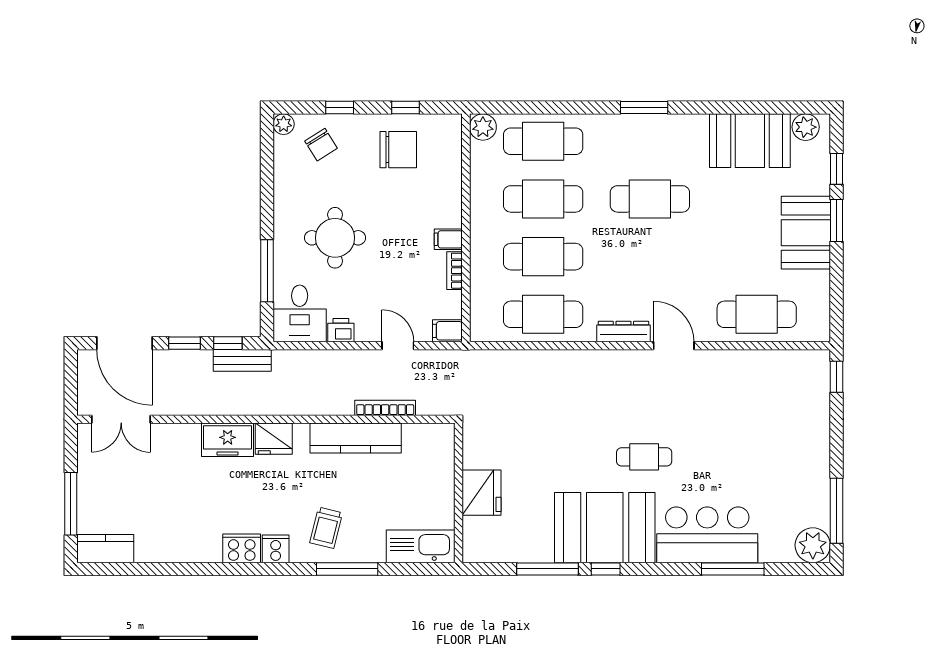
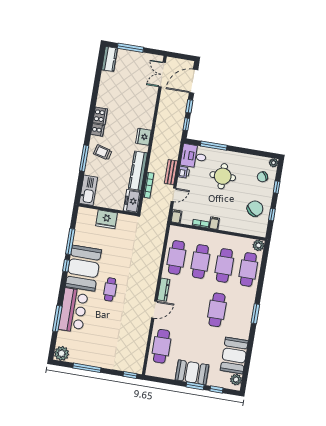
chair: (398, 150) -> (255, 209), turned -140
bench: (242, 360) -> (171, 172), moved
freezer: (228, 440) -> (132, 201), moved
window: (836, 511) -> (87, 368), moved

